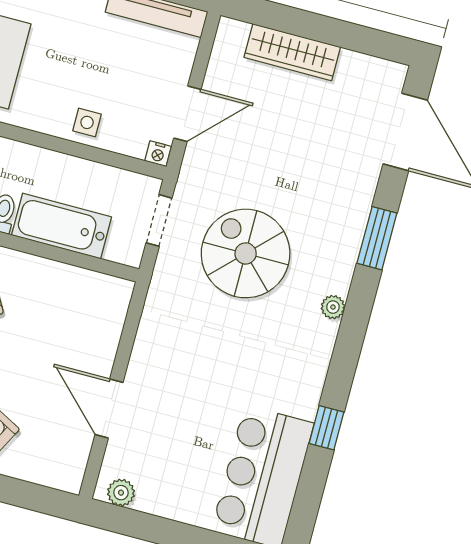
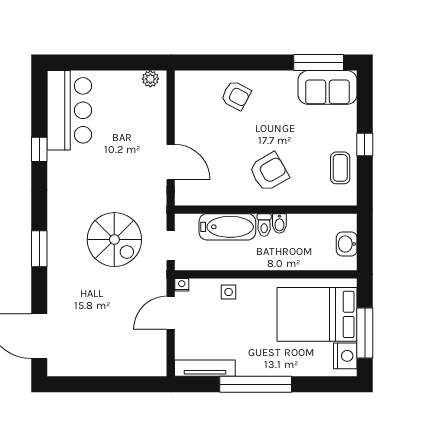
wardrobe: (292, 52) -> (118, 366), removed
window: (377, 238) -> (39, 249), moved
plant: (333, 307) -> (54, 222), removed
door: (109, 409) -> (171, 162), moved

